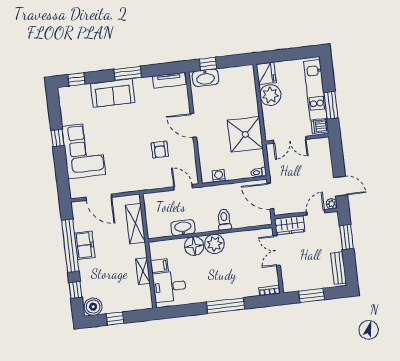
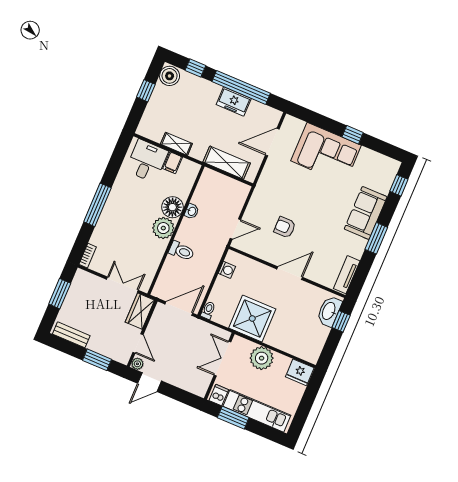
plant: (270, 95) -> (262, 358), moved
washbasin: (183, 228) -> (192, 211), width x0.52, depth x0.69

